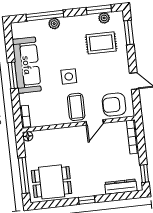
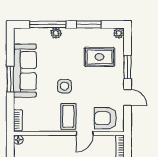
window: (99, 10) -> (89, 24), moved
plant: (104, 18) -> (119, 33), moved
window: (129, 32) -> (127, 67), moved

